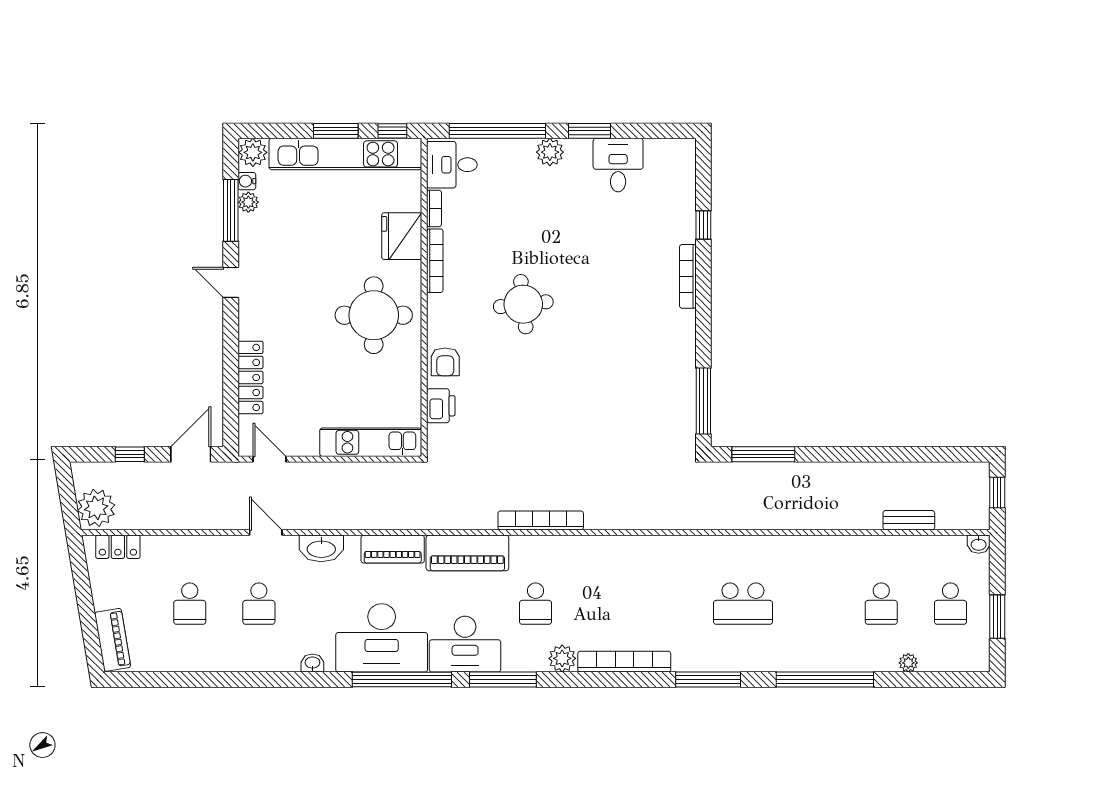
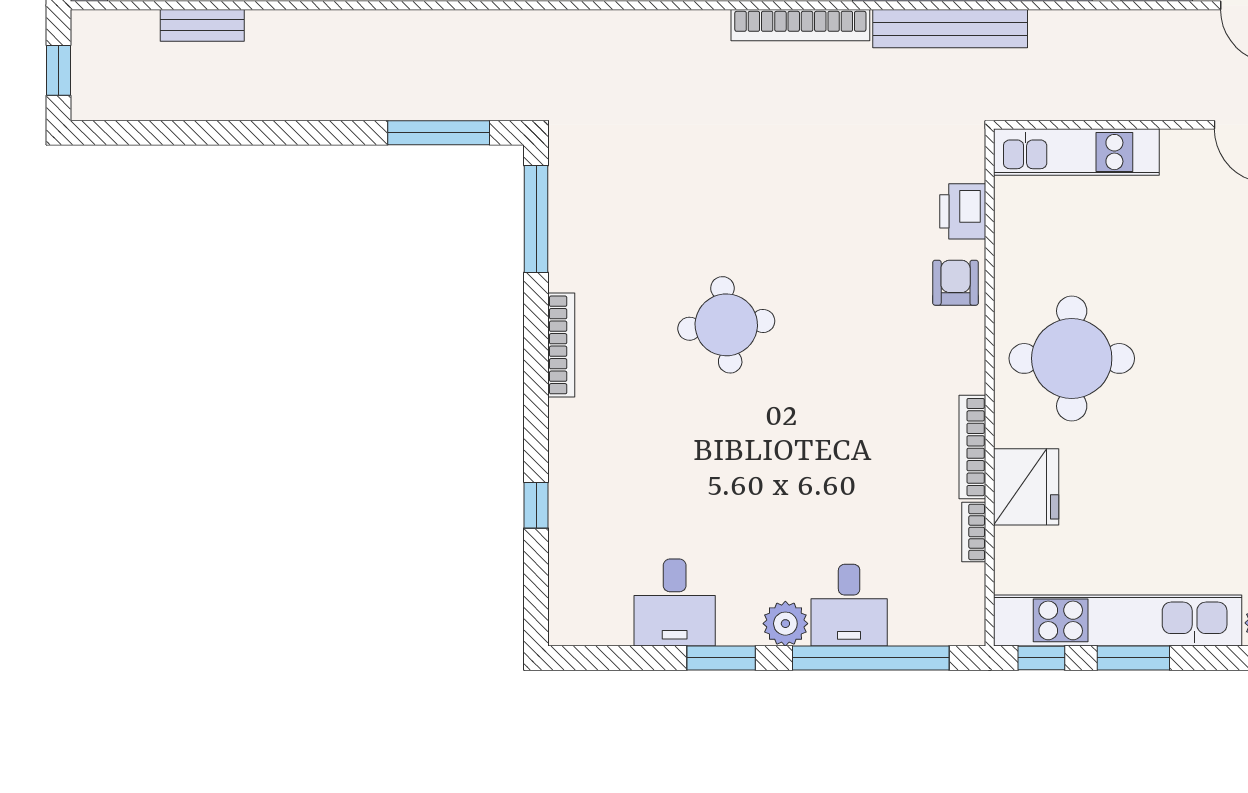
desk: (452, 165) -> (849, 605), moved, turned 90
bookcase: (688, 276) -> (561, 345), moved
round table: (523, 304) -> (726, 325), moved
bench: (449, 518) -> (950, 29), added

